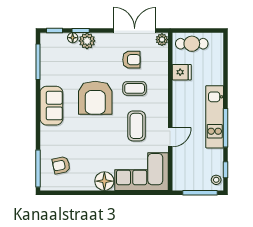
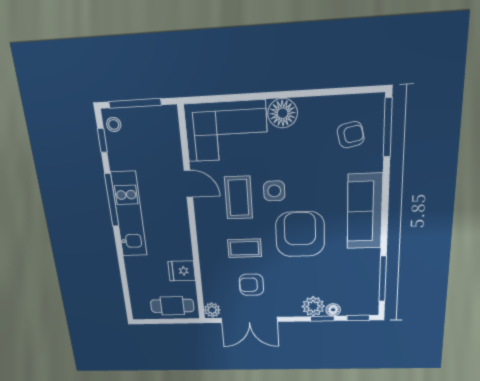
sofa: (51, 106) -> (365, 211), width x1.36
side table: (112, 130) -> (274, 191), added
door: (170, 137) -> (188, 184), swing flipped

